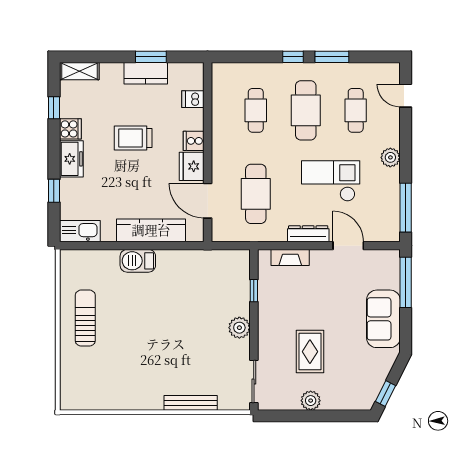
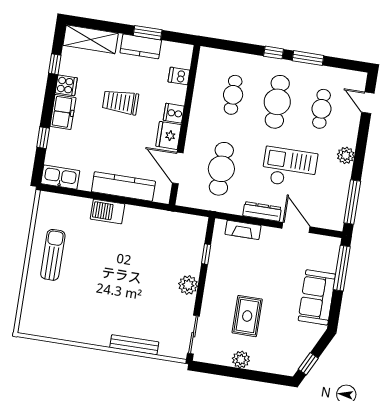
shelving: (79, 71) -> (91, 39), width x1.50, depth x1.33

